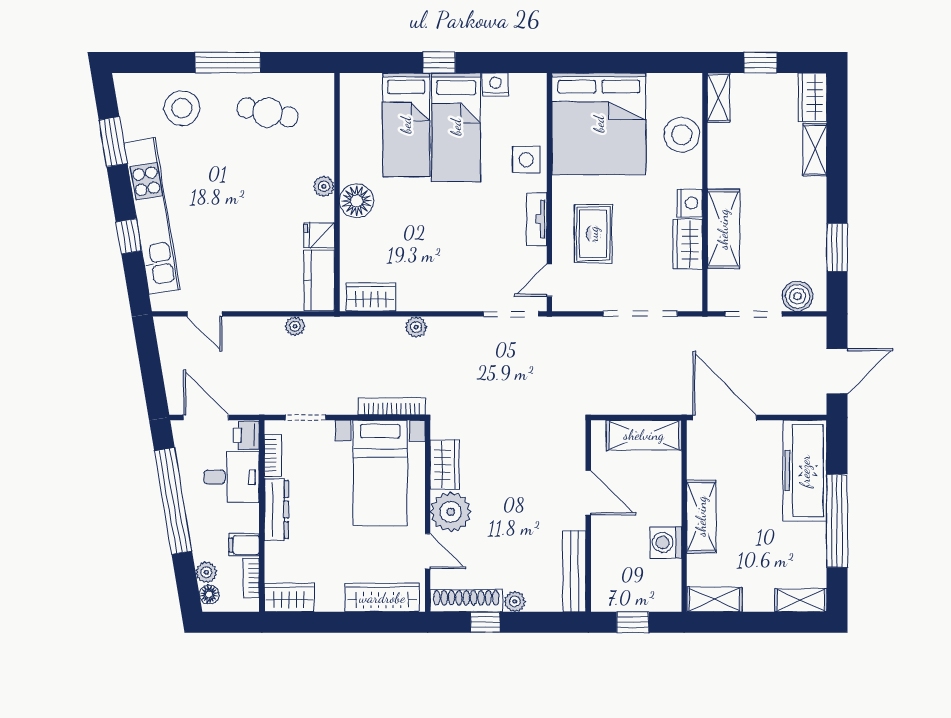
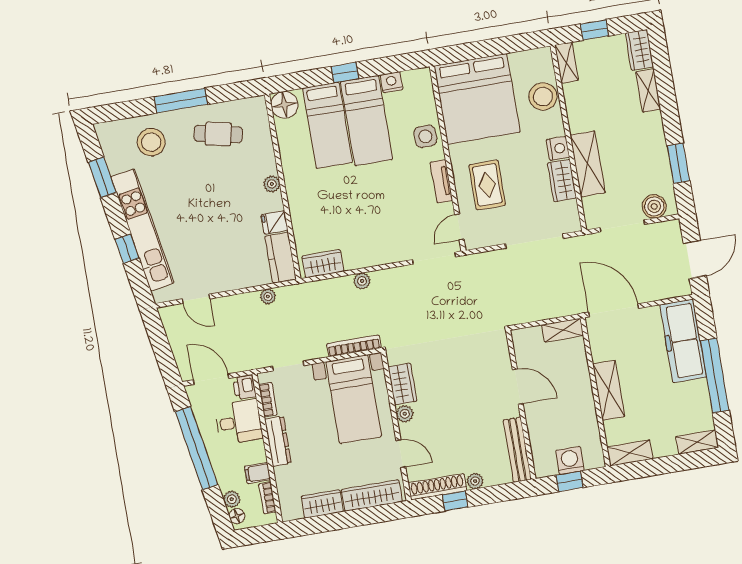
floor lamp: (357, 201) -> (284, 105), moved
shelving: (644, 435) -> (563, 330), width x0.67, depth x0.75
plant: (451, 512) -> (405, 414), width x0.53, depth x0.53
washing machine: (666, 542) -> (570, 460), moved, turned 90
wardrobe: (289, 597) -> (322, 504), moved

